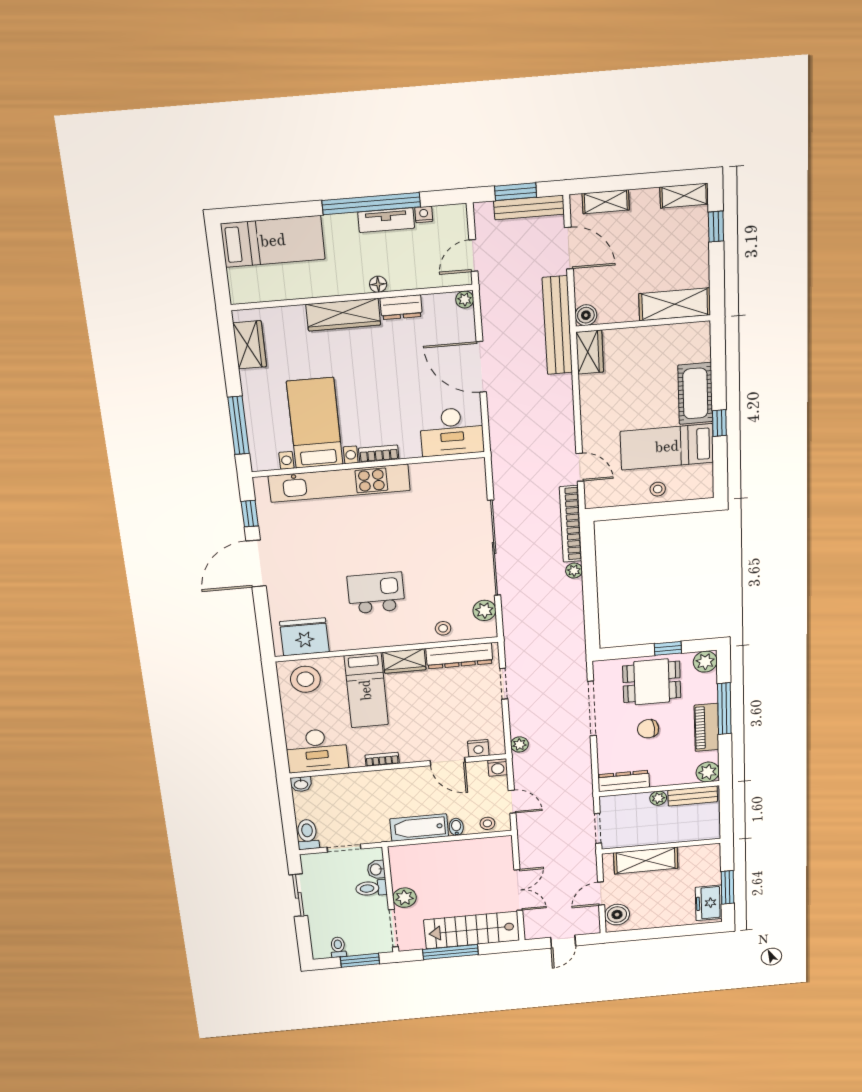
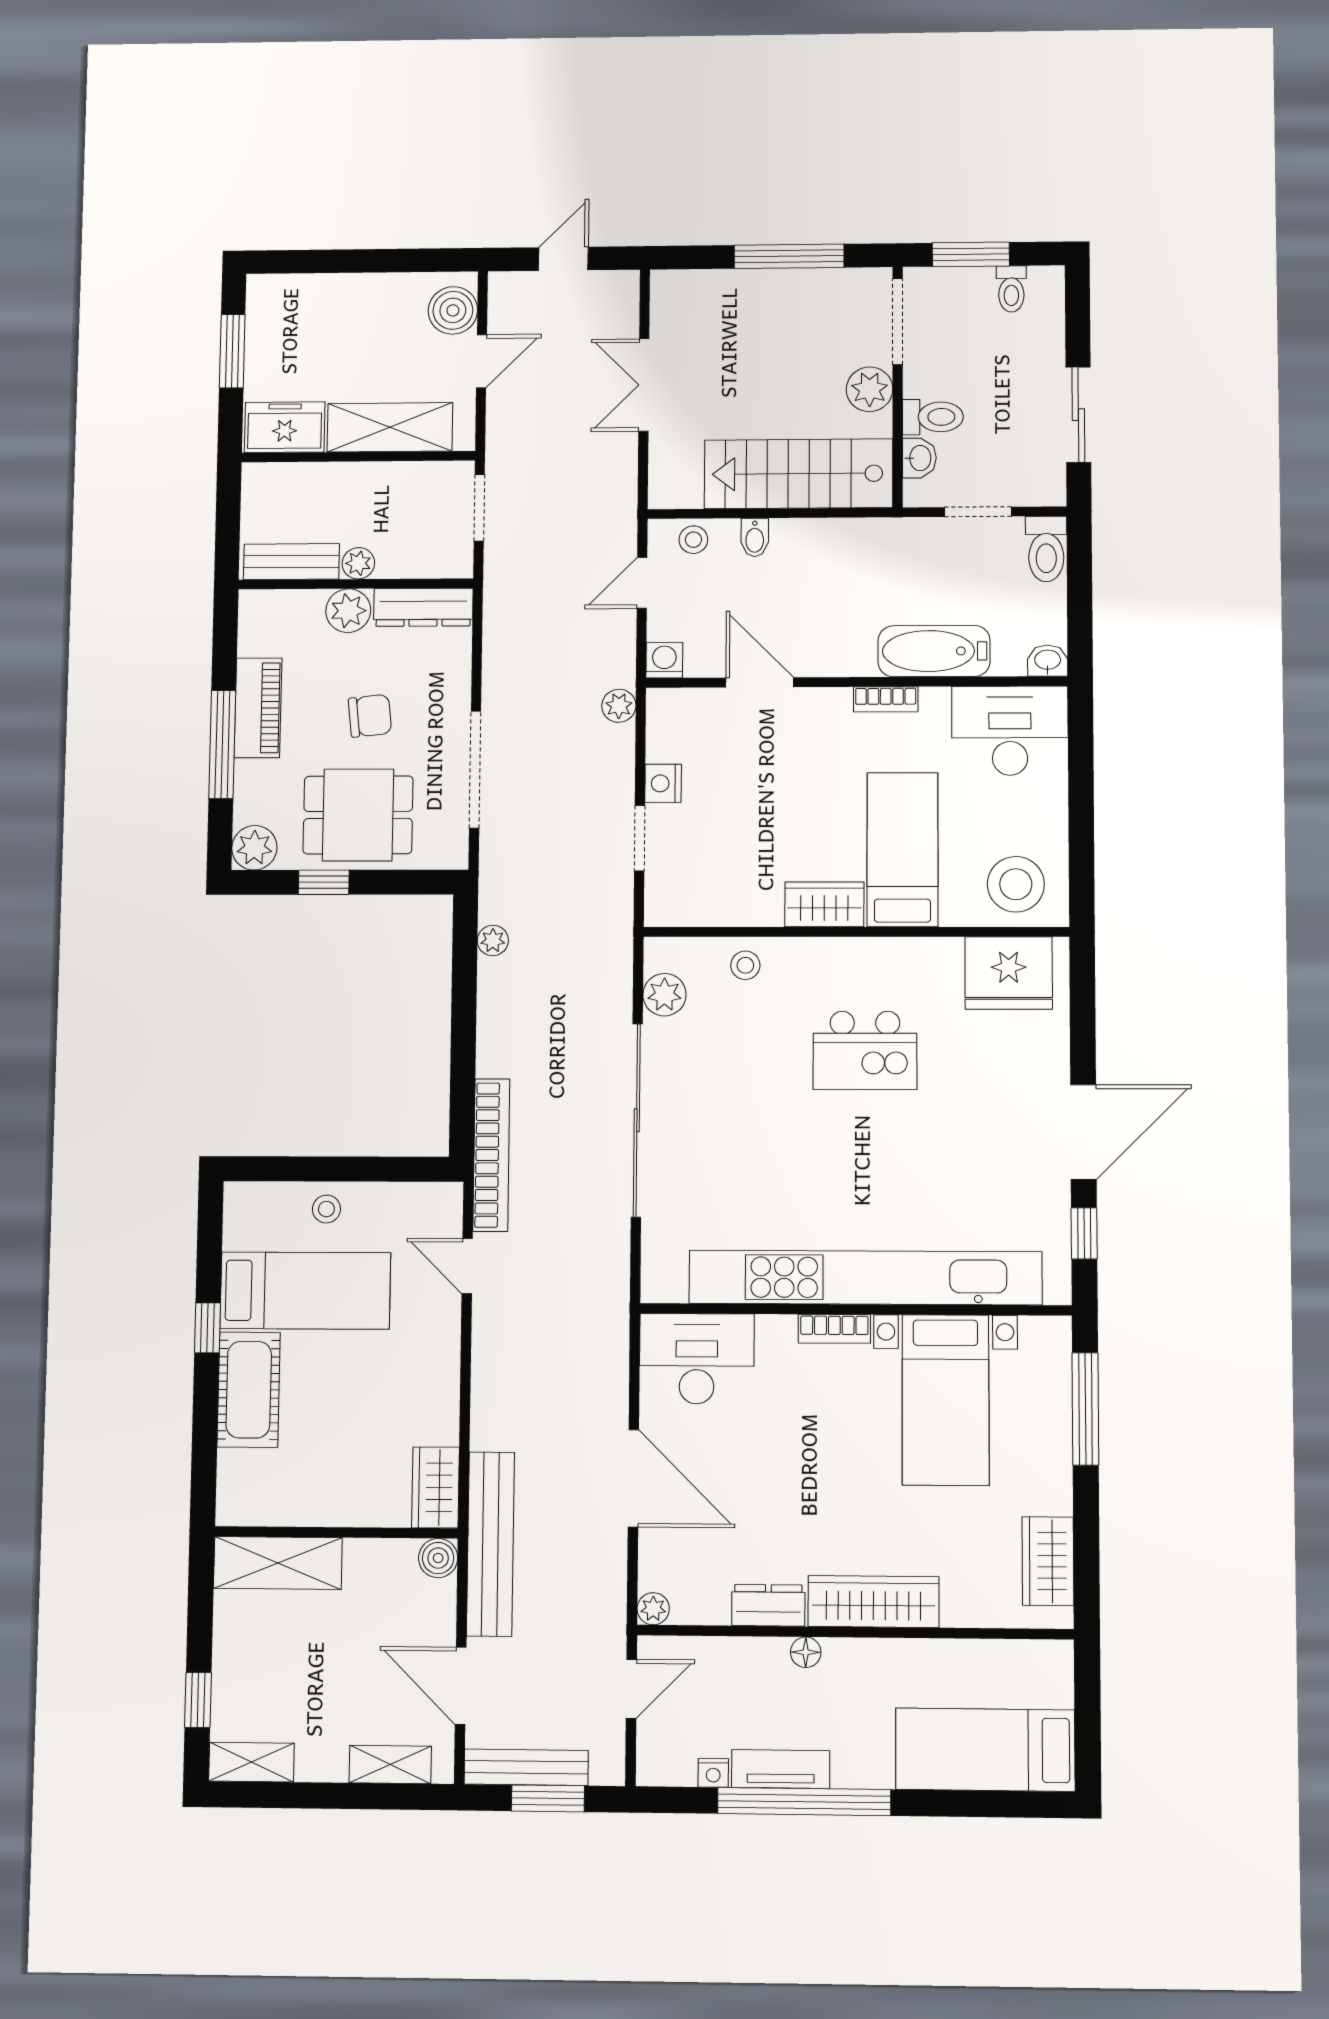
kitchen unit: (339, 483) -> (865, 1278), width x1.36
plant: (574, 571) -> (493, 941), moved
dresser: (459, 656) -> (719, 905), removed
nightstand: (478, 748) -> (663, 783), moved, turned -90
plant: (708, 772) -> (348, 611), moved
door: (512, 802) -> (642, 583), hinge flipped
bathtub: (419, 828) -> (934, 651), moved, turned 180
freezer: (709, 903) -> (285, 427), moved, turned -90
stairs: (472, 930) -> (798, 474), moved, turned 180

